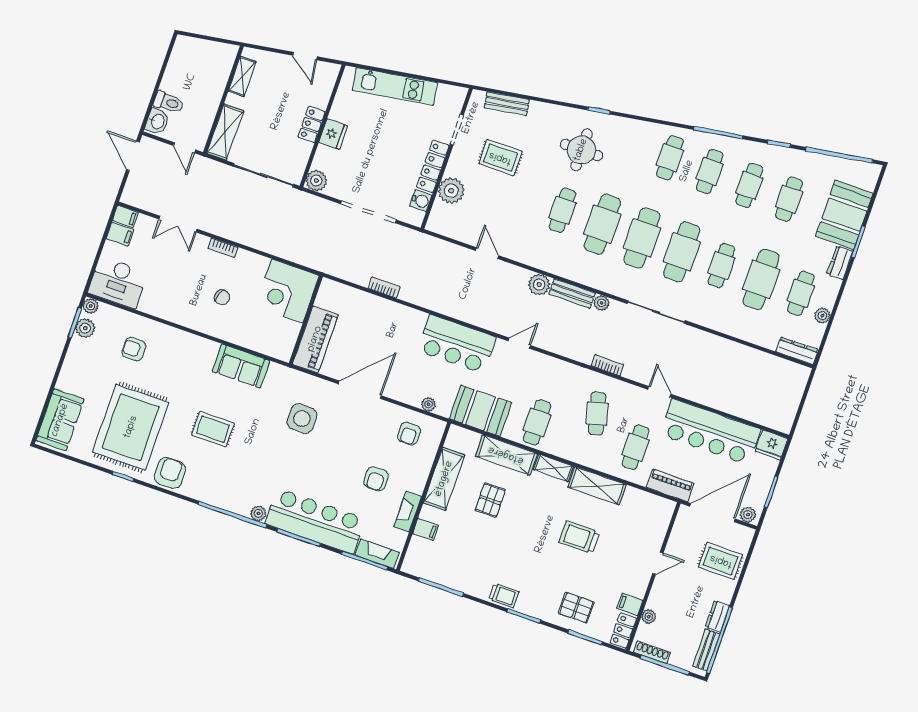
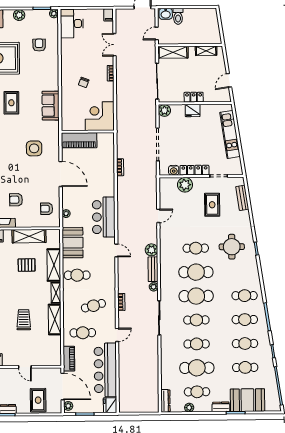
filing cabinet: (120, 234) -> (98, 16), removed
cafe table: (682, 252) -> (196, 320), width x0.73, depth x0.74
plant: (85, 328) -> (19, 15), moved

